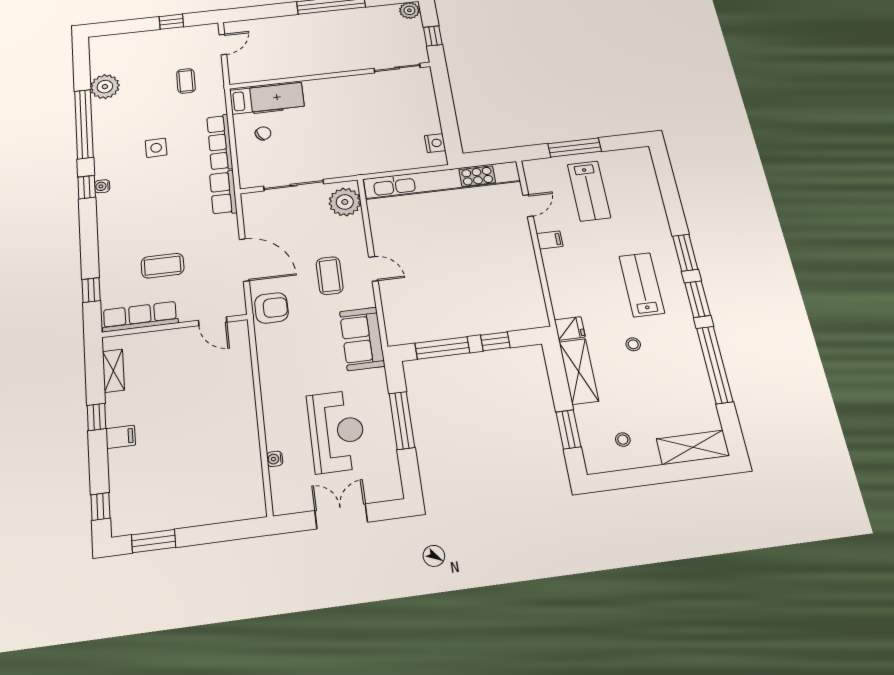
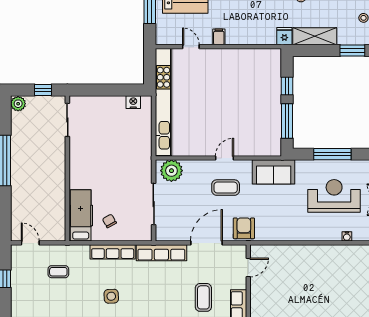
row of seats: (223, 193) -> (161, 253), width x1.48

